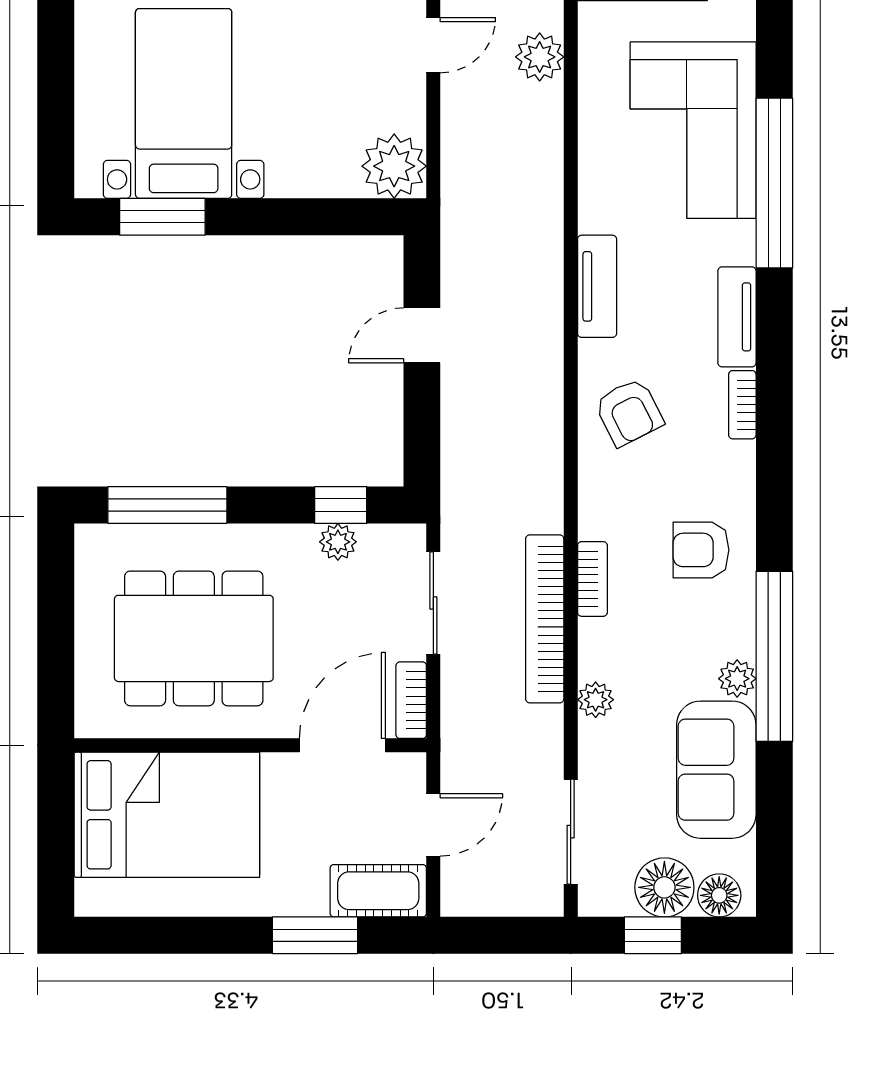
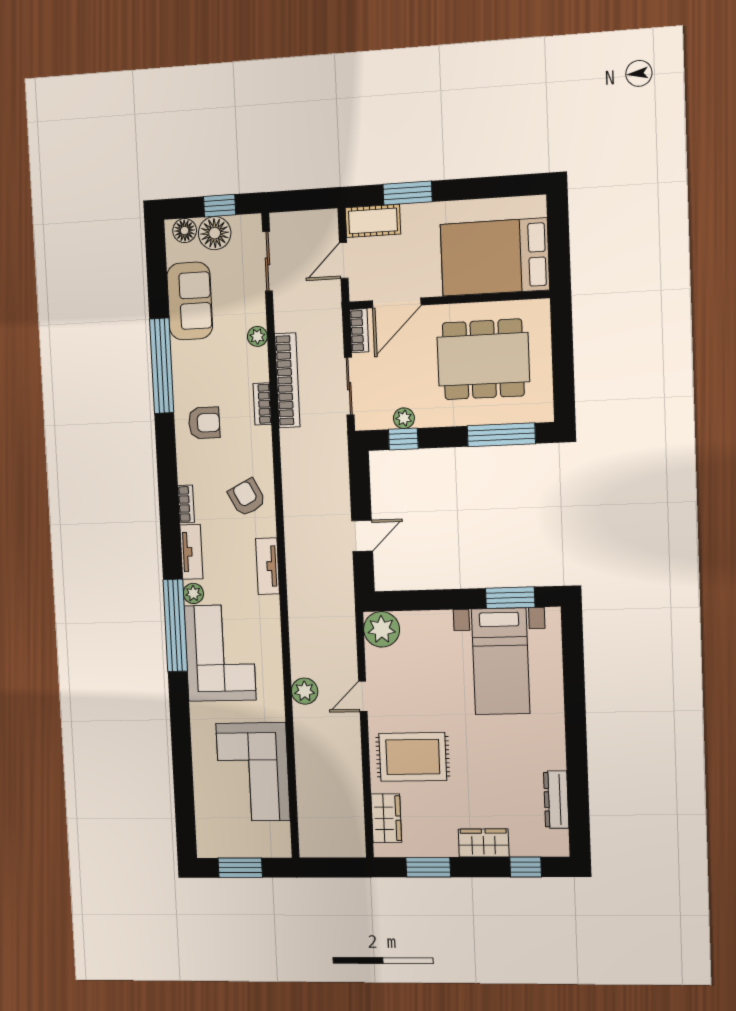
plant: (737, 679) -> (193, 593), moved

